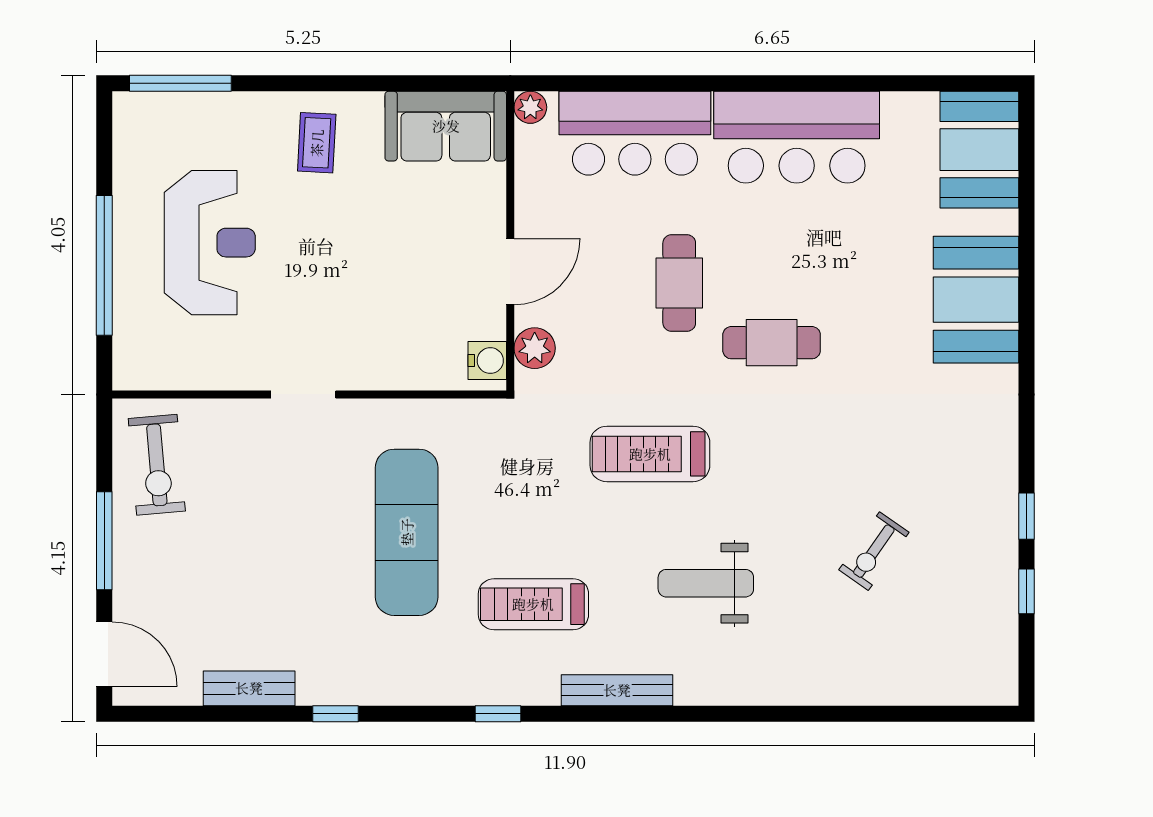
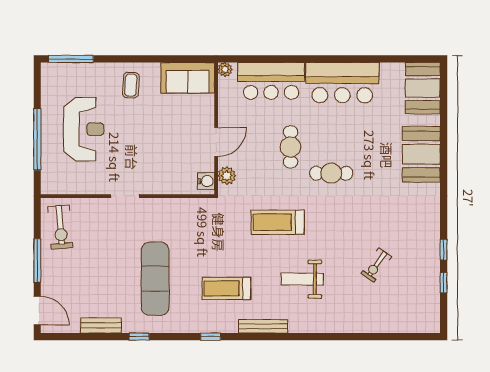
exercise mat: (407, 532) -> (155, 279), moved

